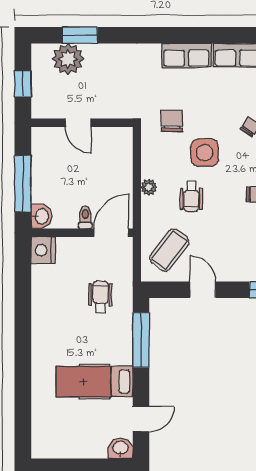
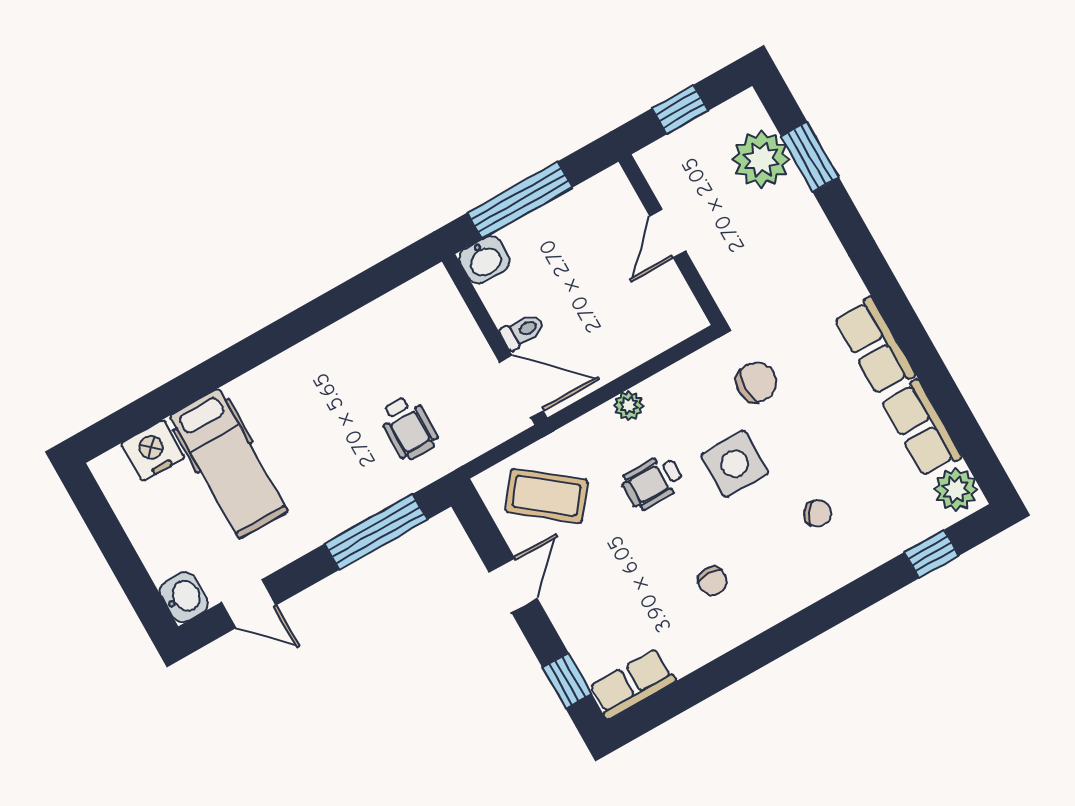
nightstand: (43, 250) -> (153, 451), moved
wheelchair: (100, 297) -> (408, 428), turned 90
hospital bed: (94, 382) -> (229, 464), moved, turned 180

